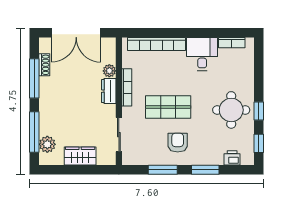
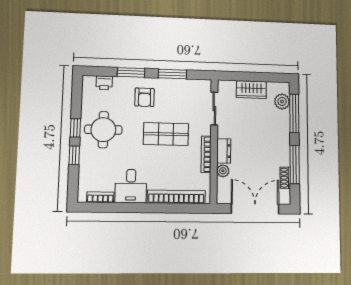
armchair: (178, 143) -> (145, 97), moved
window: (259, 143) -> (74, 155), moved

